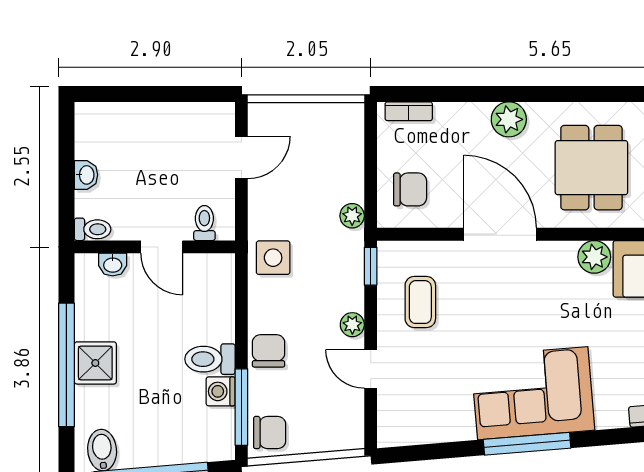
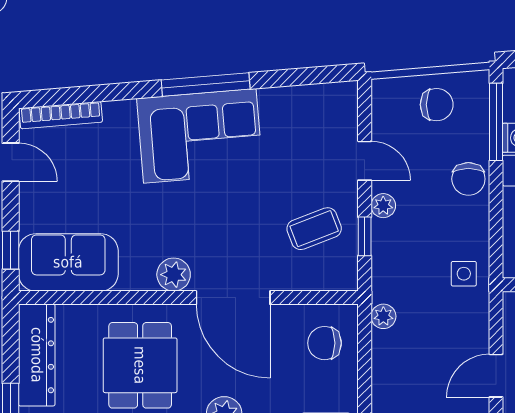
plant: (594, 257) -> (174, 275), moved
side table: (273, 258) -> (464, 274), width x0.73, depth x0.73
window: (371, 266) -> (365, 236), moved
coffee table: (420, 302) -> (314, 229), turned 69
chair: (270, 433) -> (437, 105), moved, turned 180

